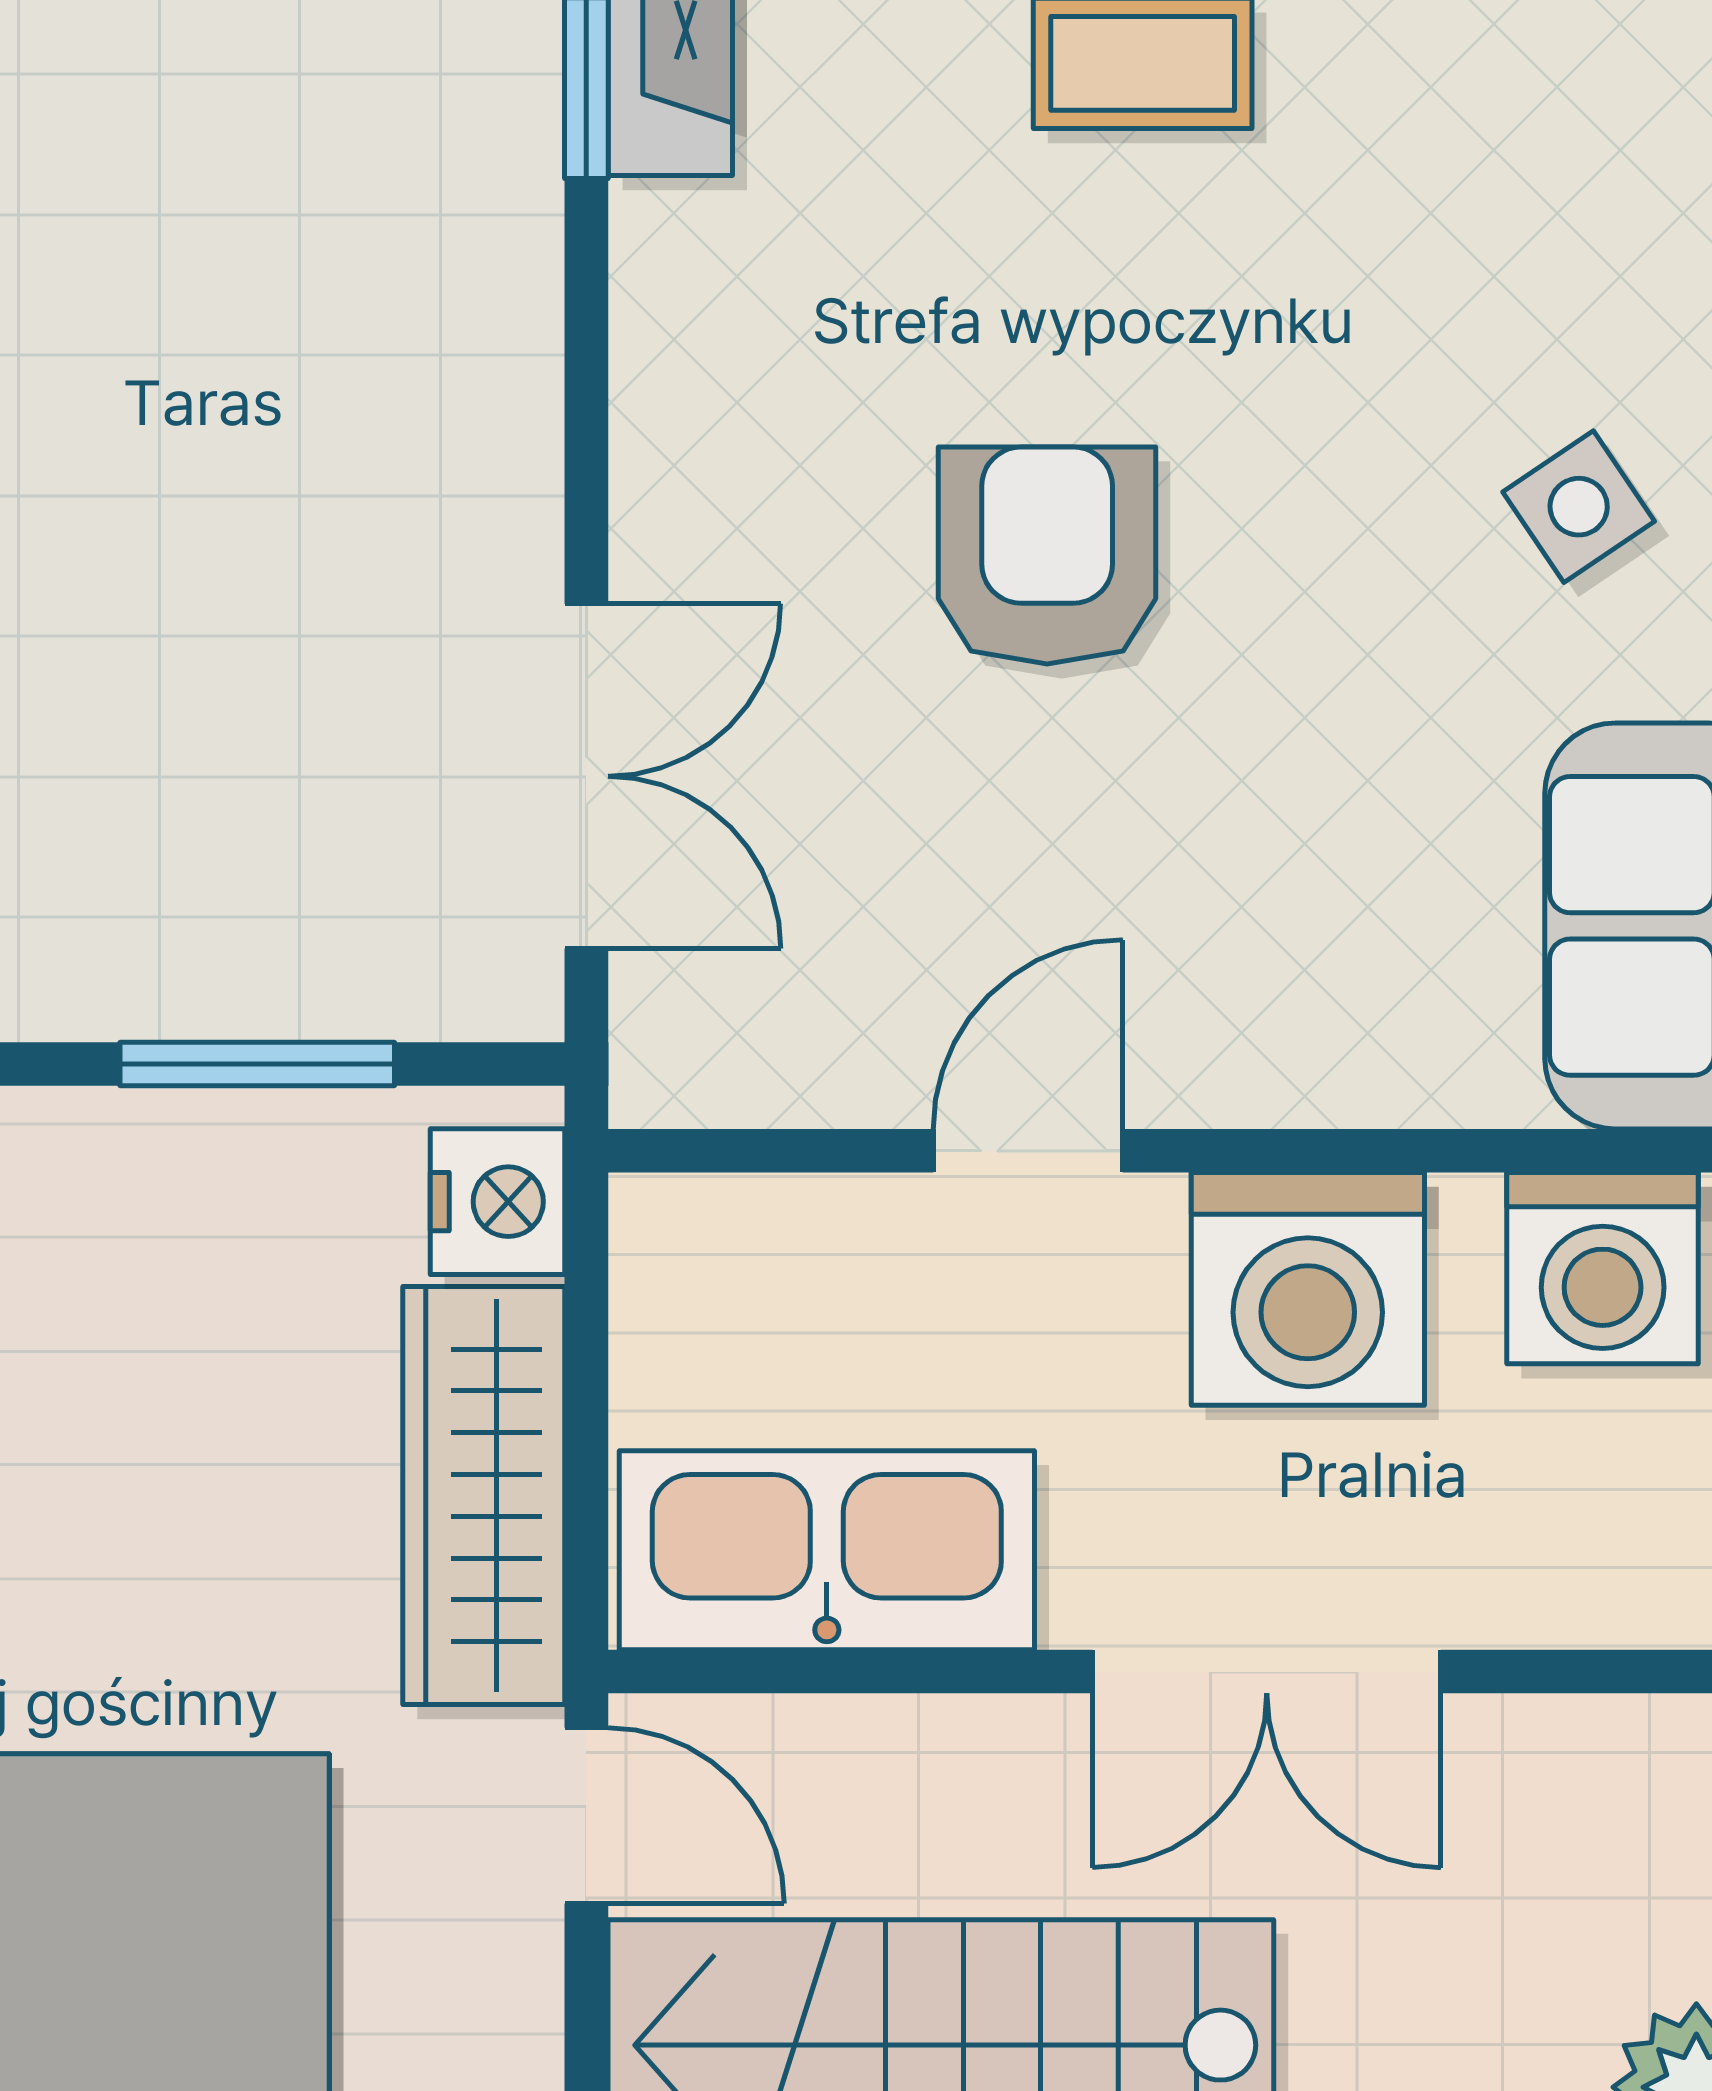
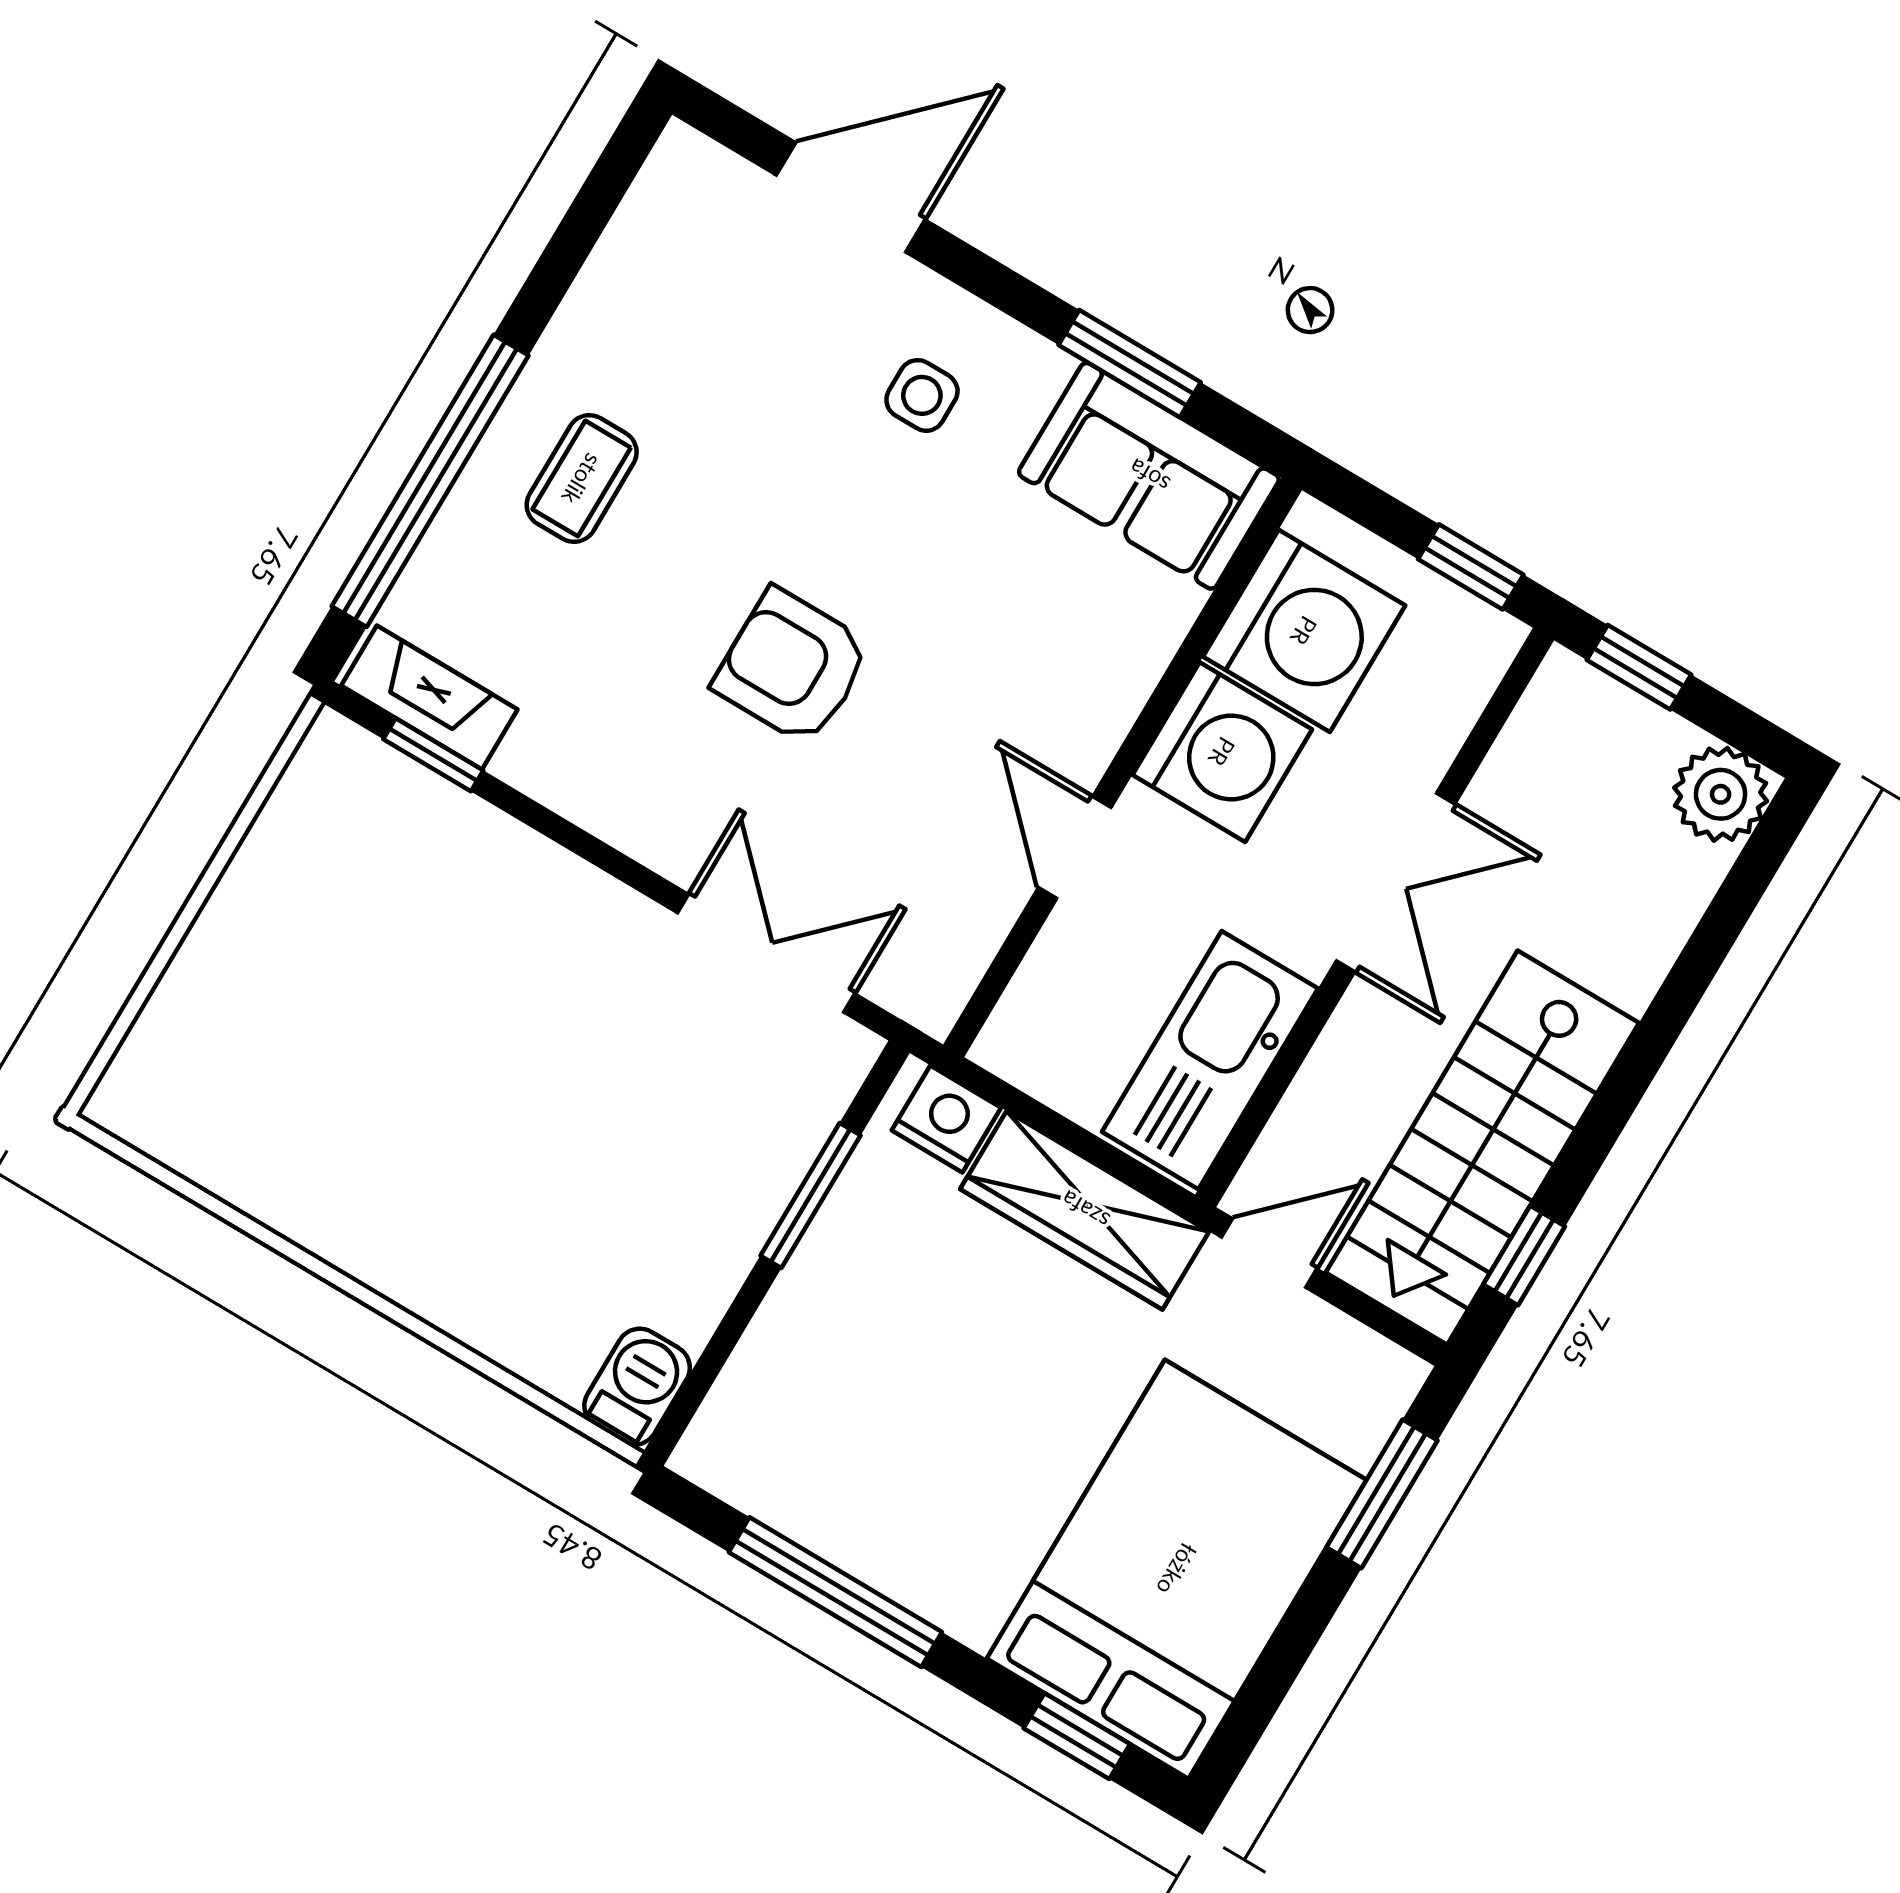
side table: (1579, 507) -> (922, 395), turned 34
washing machine: (1603, 1268) -> (1304, 631), width x1.37, depth x1.37

